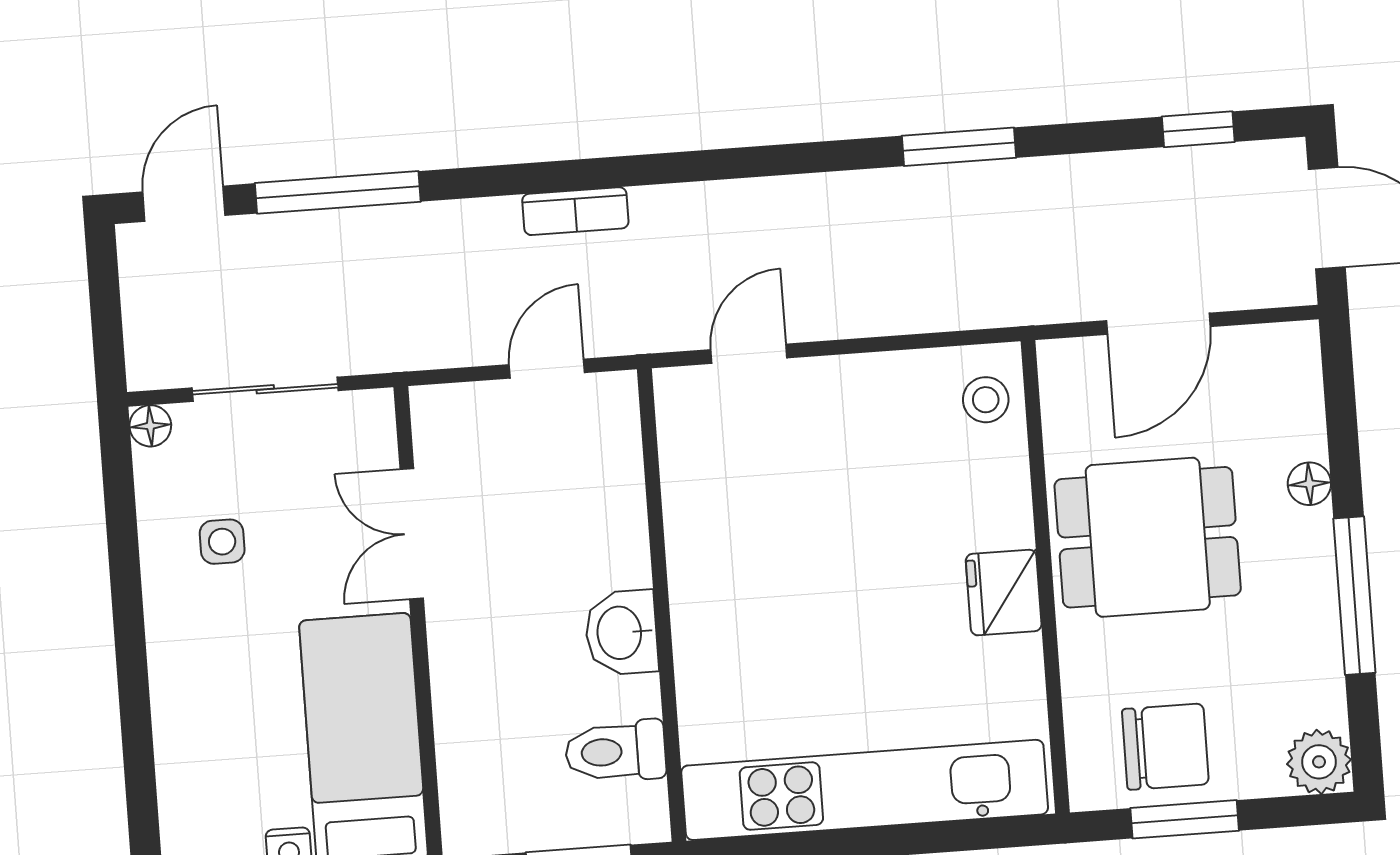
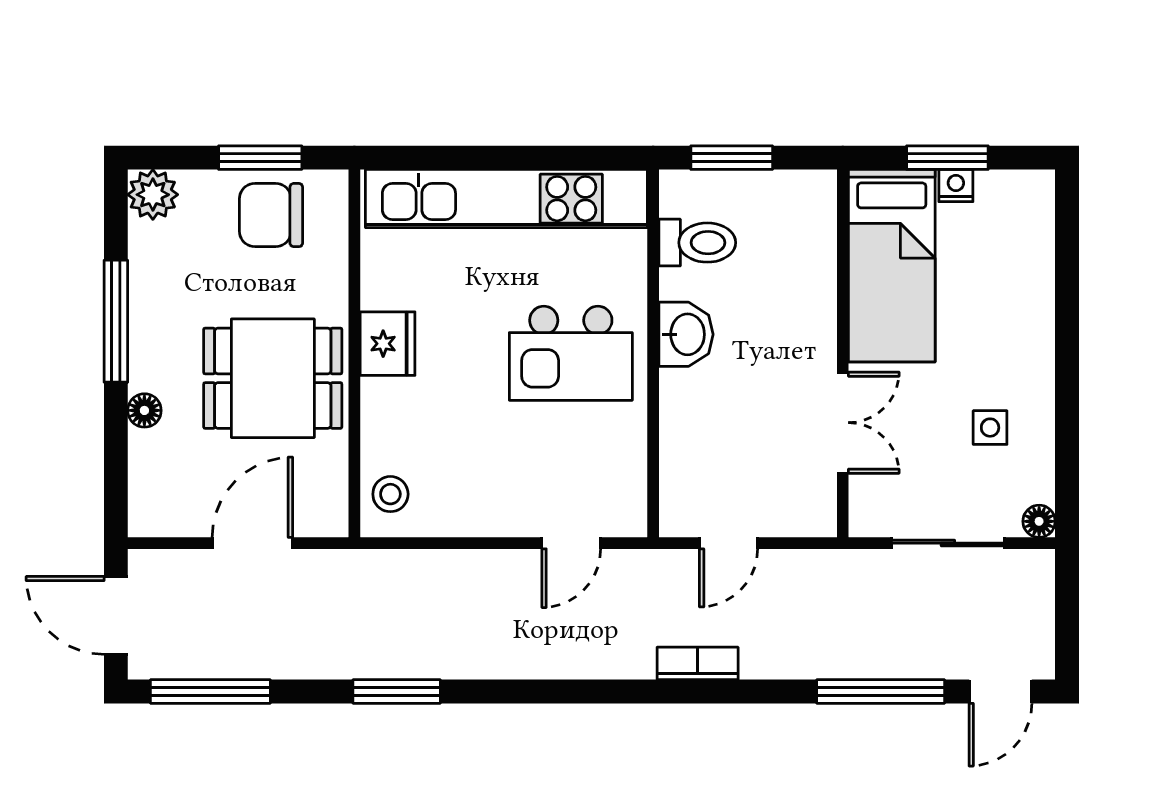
window: (1198, 129) -> (210, 691), width x2.17
kitchen island: (767, 597) -> (571, 353), added

